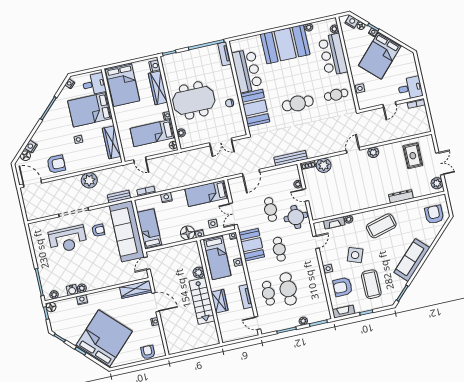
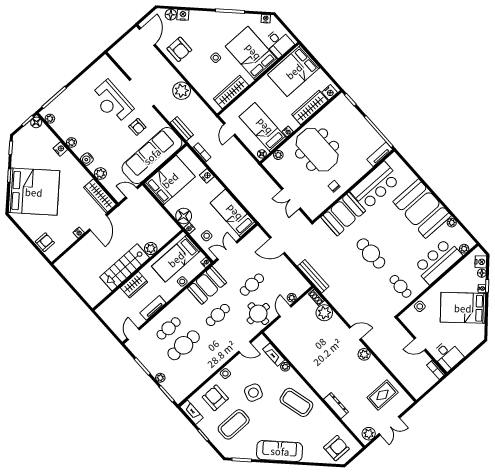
bed: (149, 229) -> (170, 180), width x1.50
plant: (118, 279) -> (100, 174), added
water cooler: (72, 290) -> (87, 159), moved

